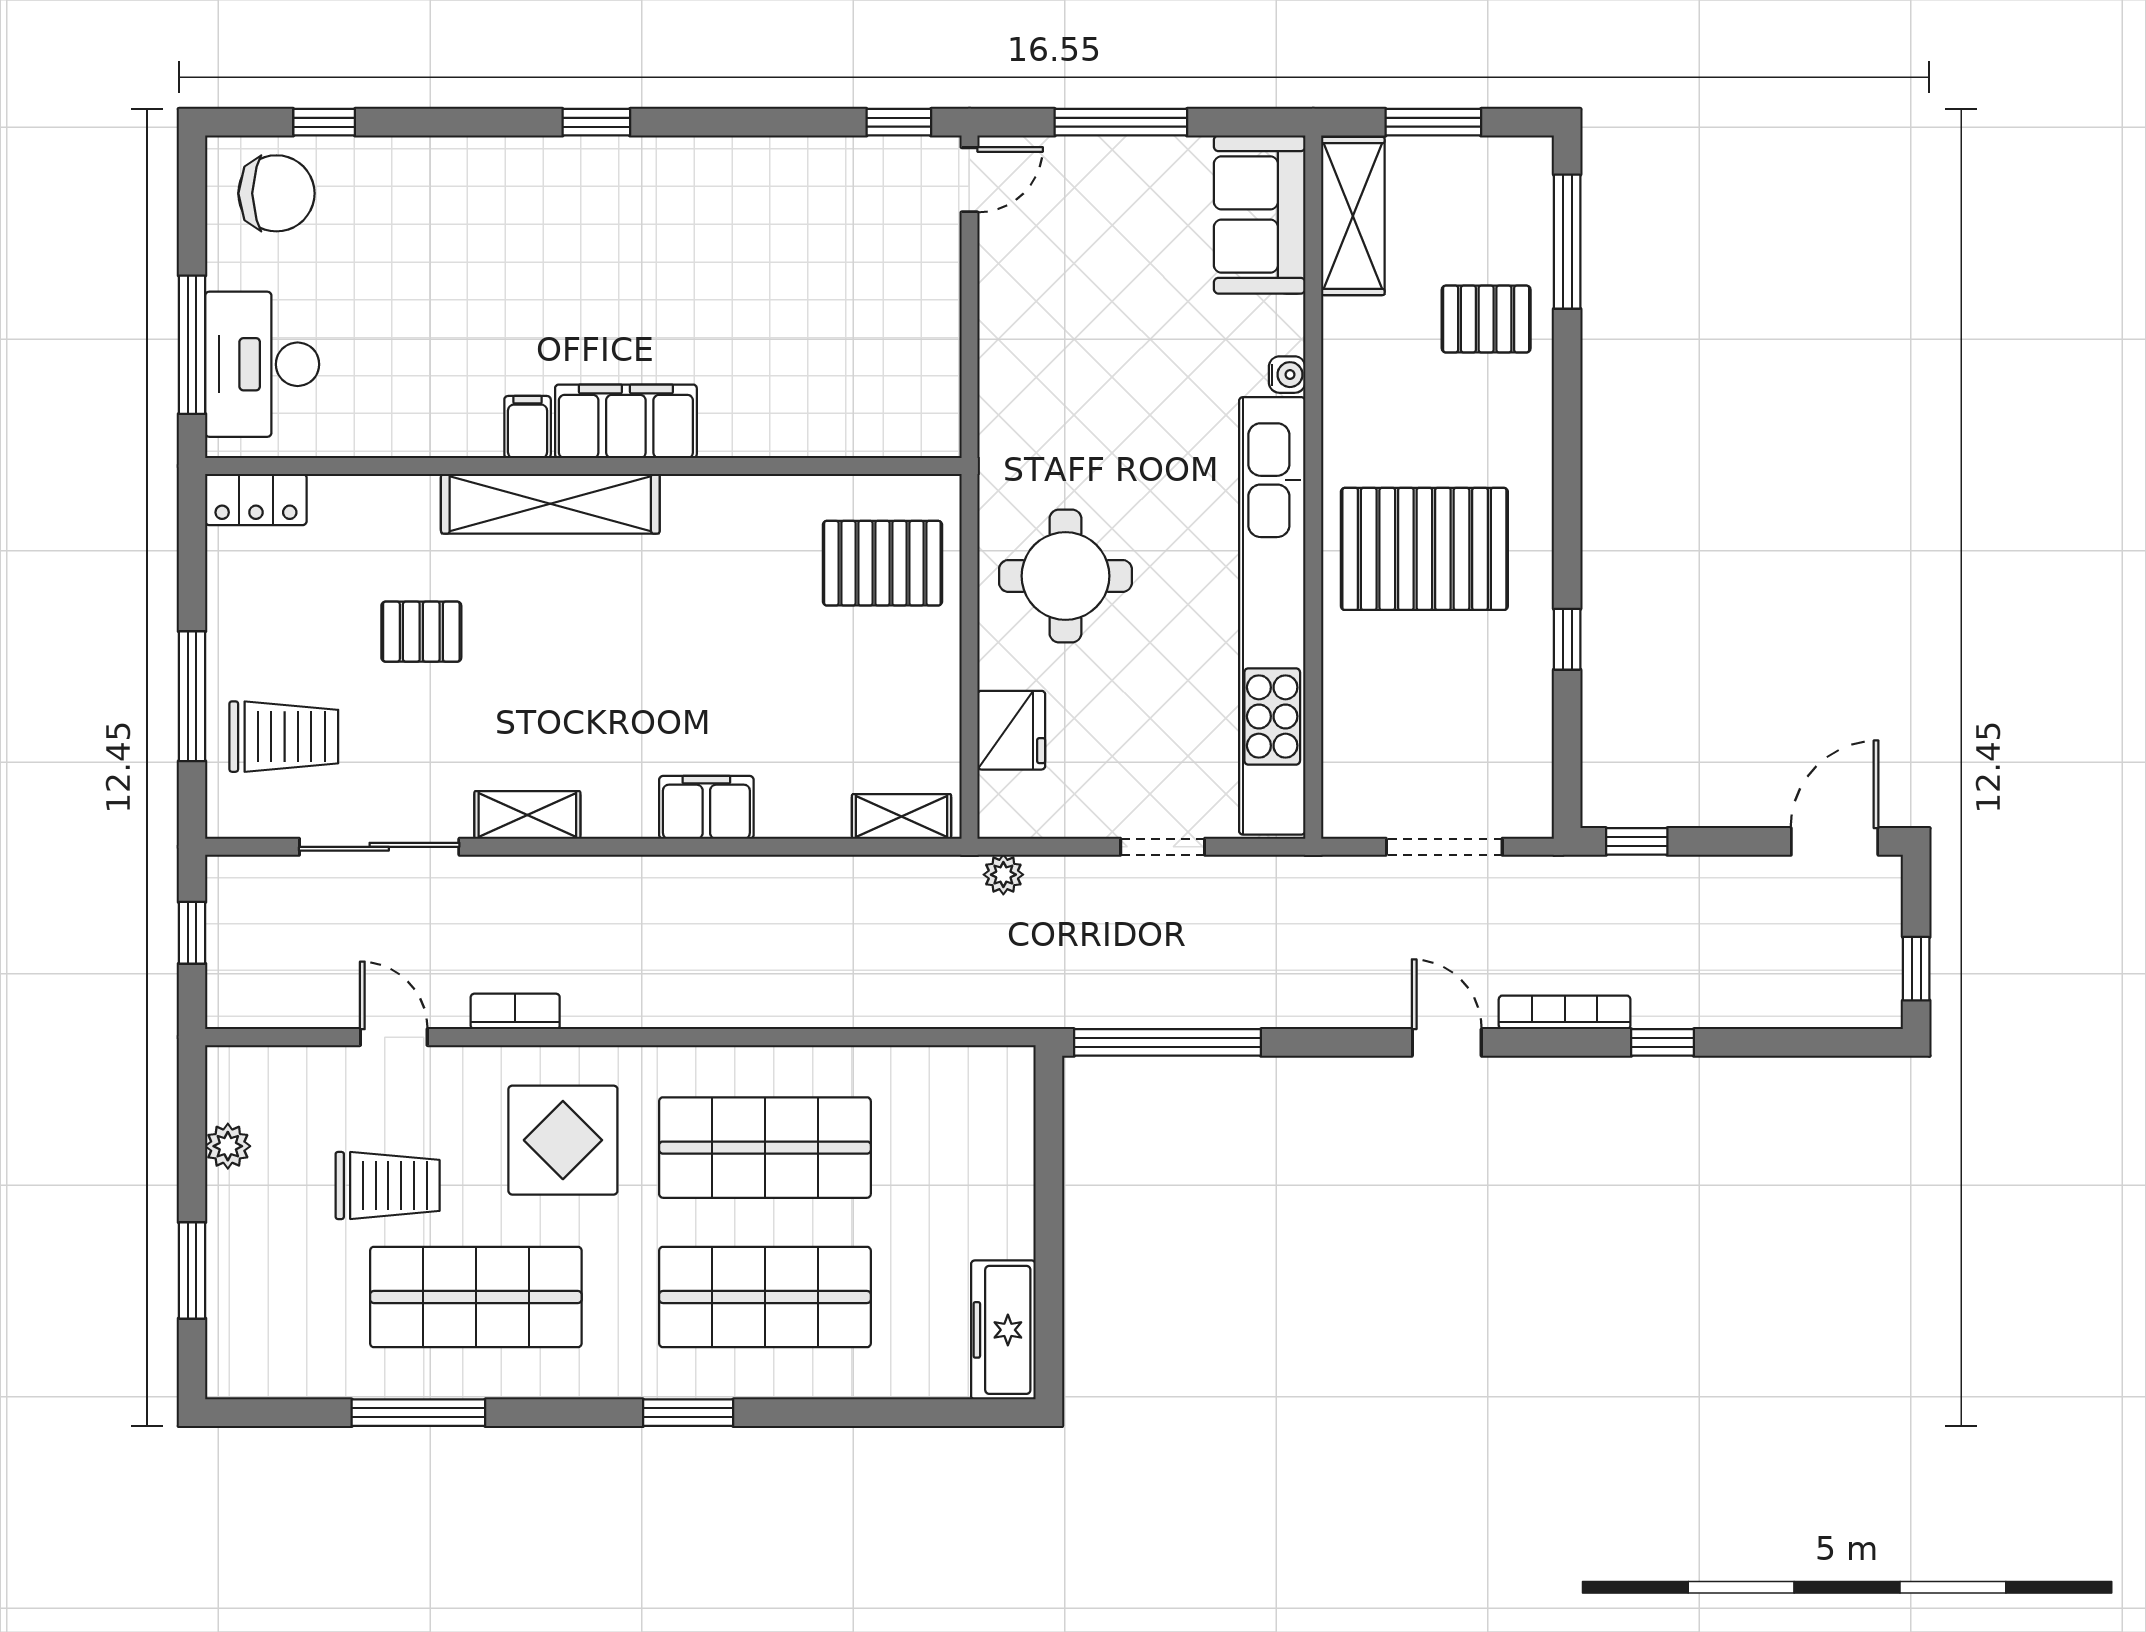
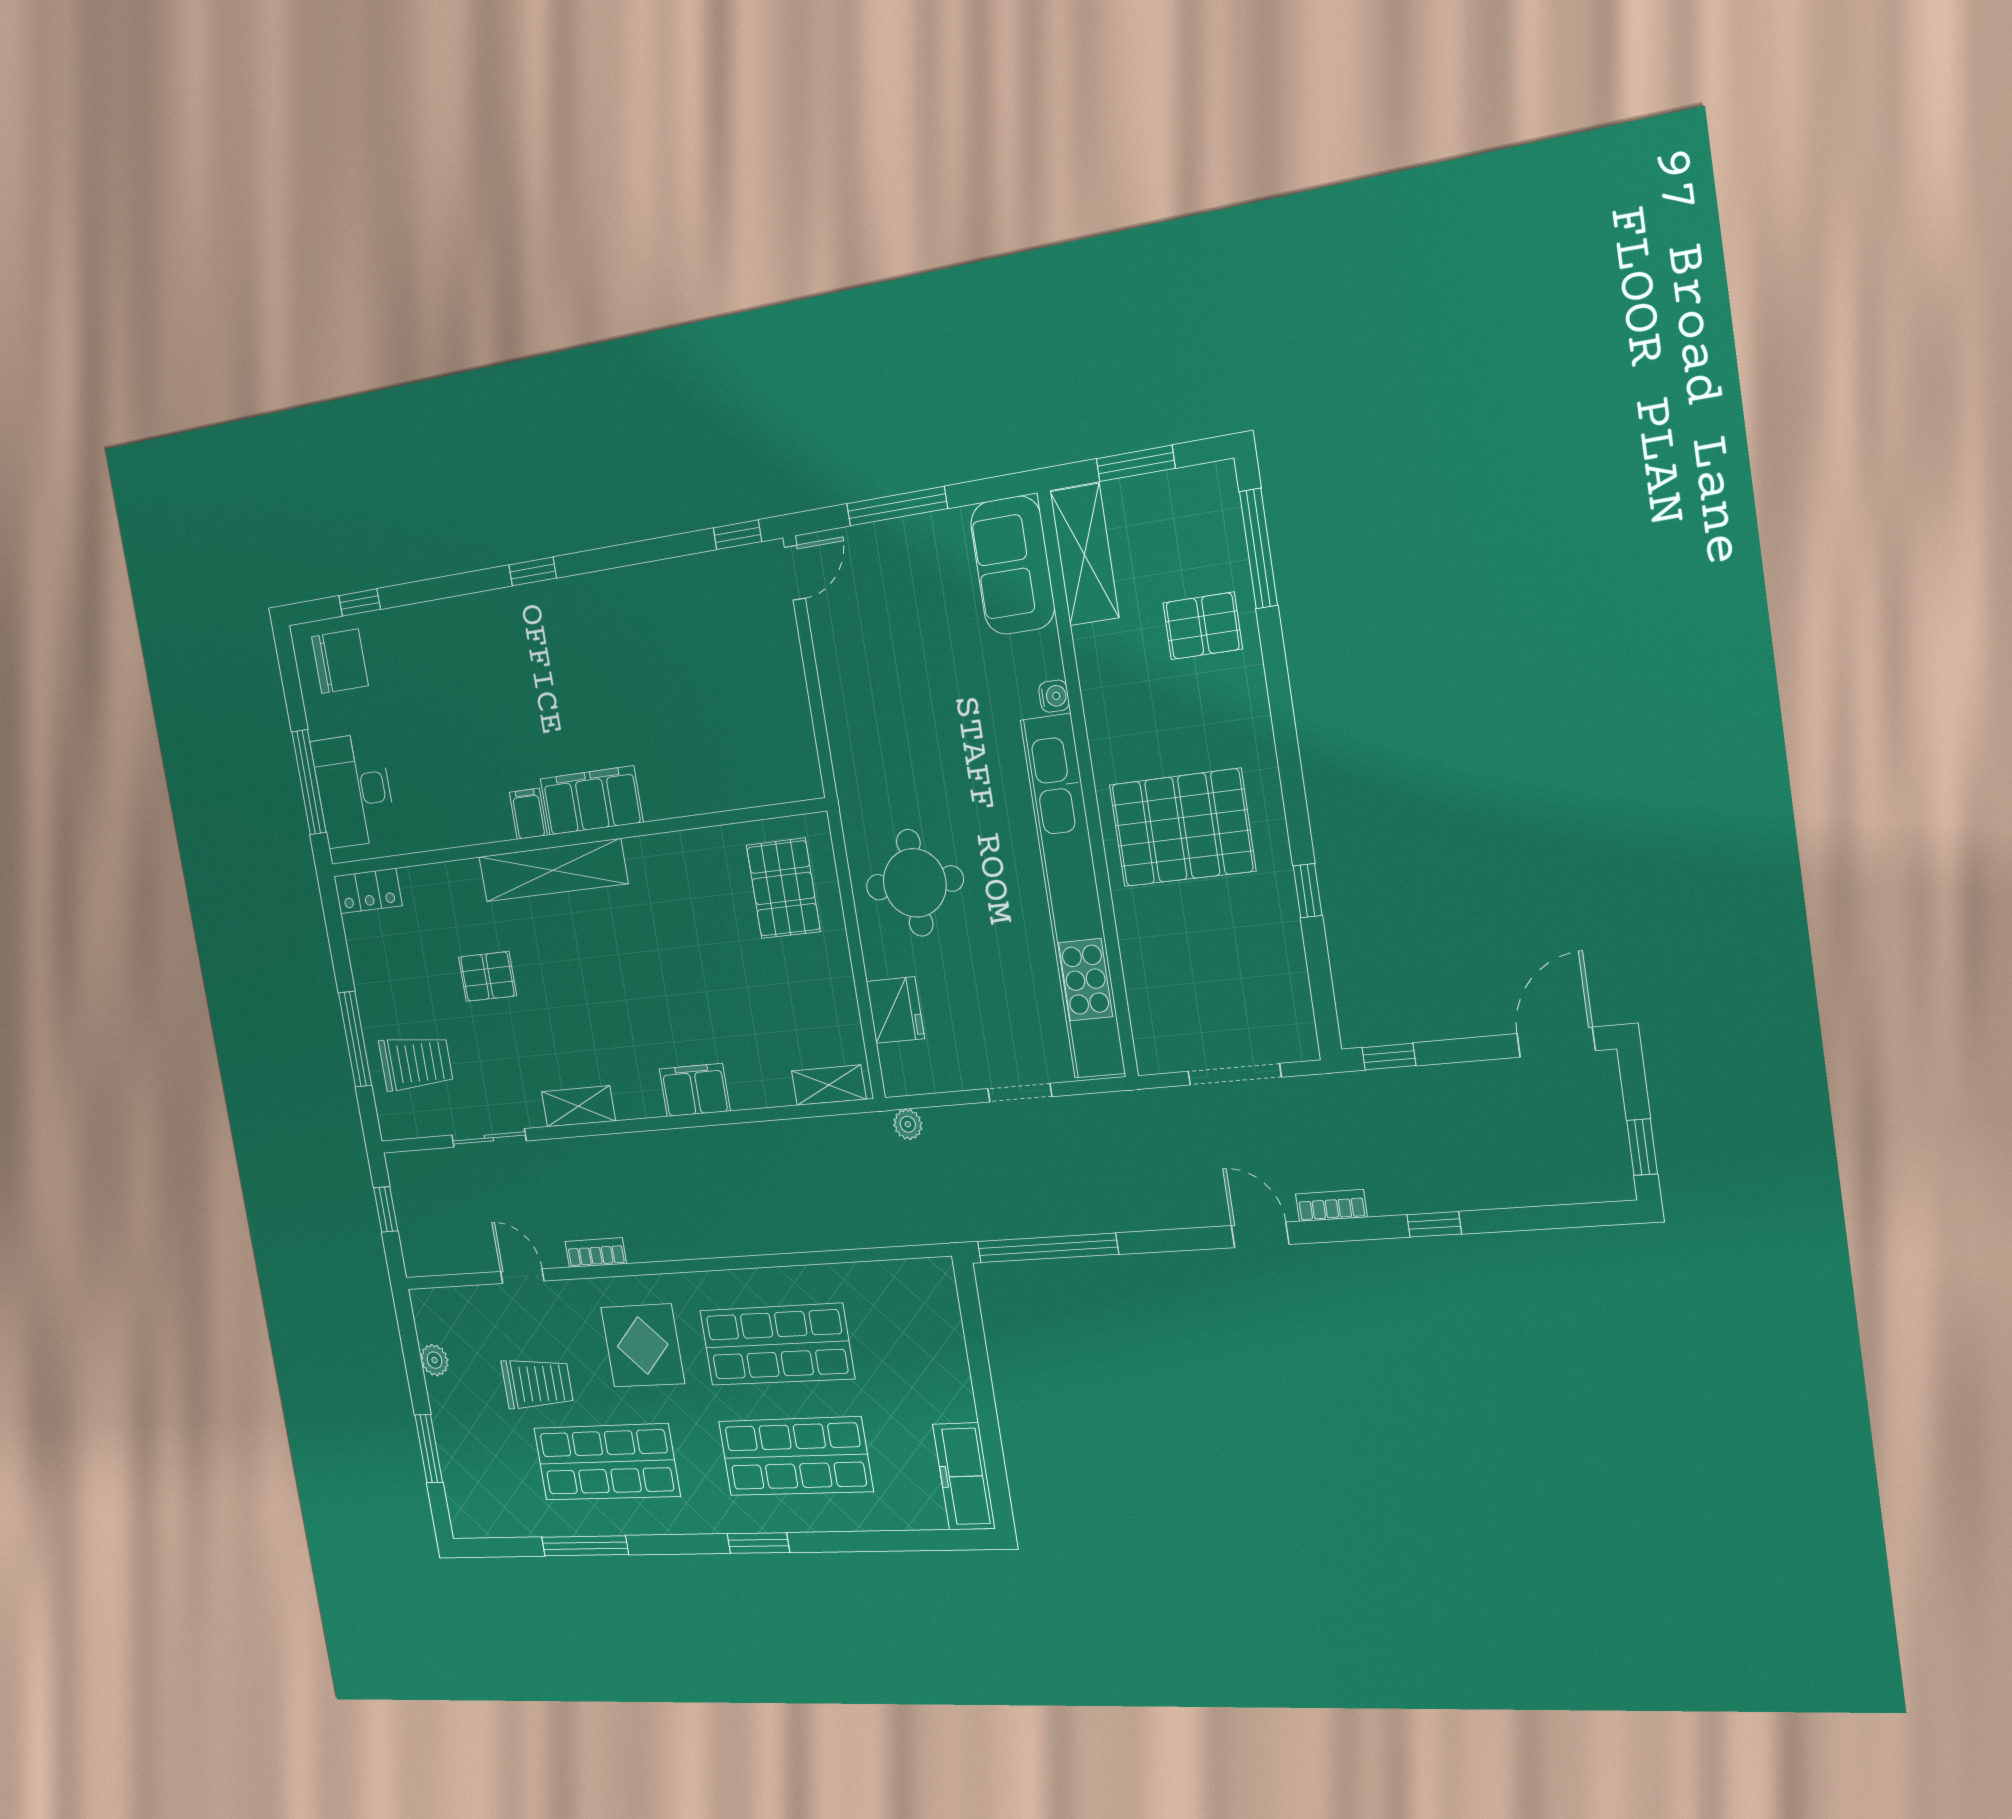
pallet: (882, 563) -> (783, 888), turned 90
sliding door: (379, 847) -> (489, 1138), width x0.73
bookcase: (1565, 1012) -> (1331, 1205), width x0.64

